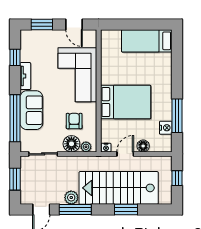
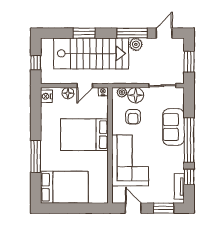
bed: (147, 41) -> (64, 187), width x1.50
tv unit: (25, 76) -> (179, 187), moved
window: (177, 116) -> (36, 156), moved
window: (15, 118) -> (189, 140), moved
nightstand: (166, 128) -> (46, 96), moved

